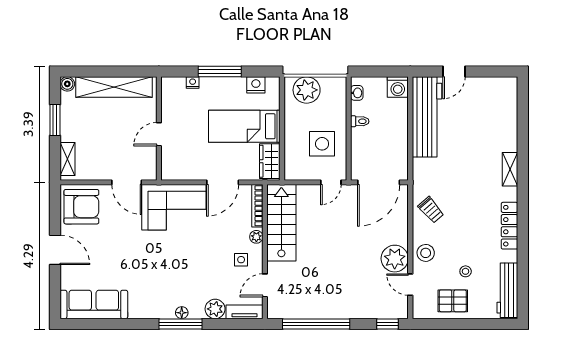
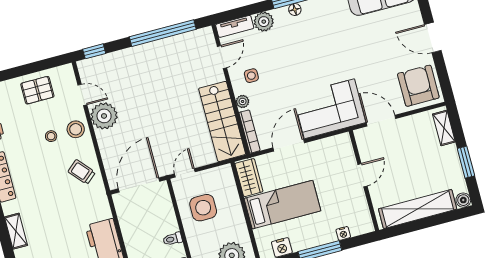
armchair: (81, 207) -> (418, 86), turned 90
stool: (466, 271) -> (51, 136), moved

